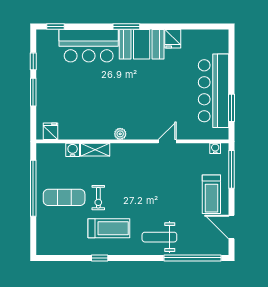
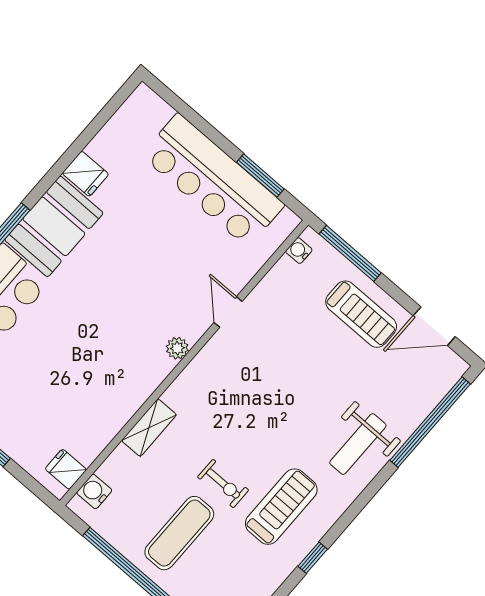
plant: (120, 134) -> (177, 348), moved
water cooler: (73, 150) -> (94, 491), moved

